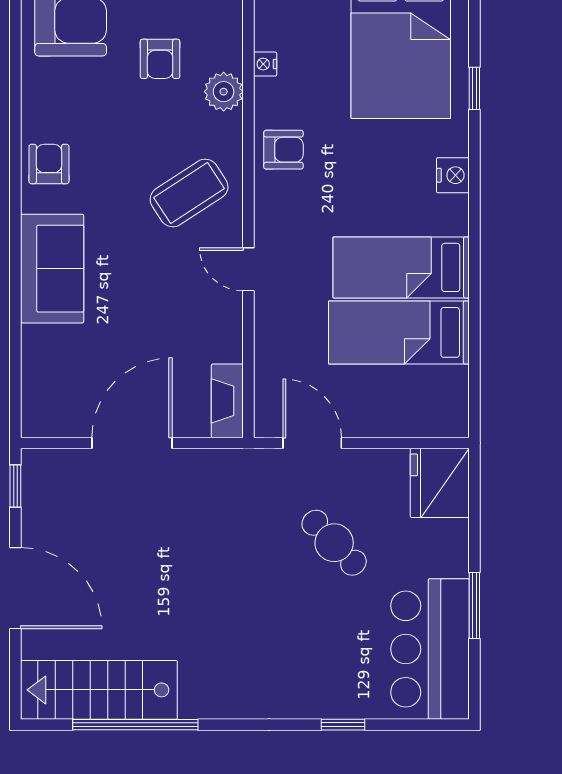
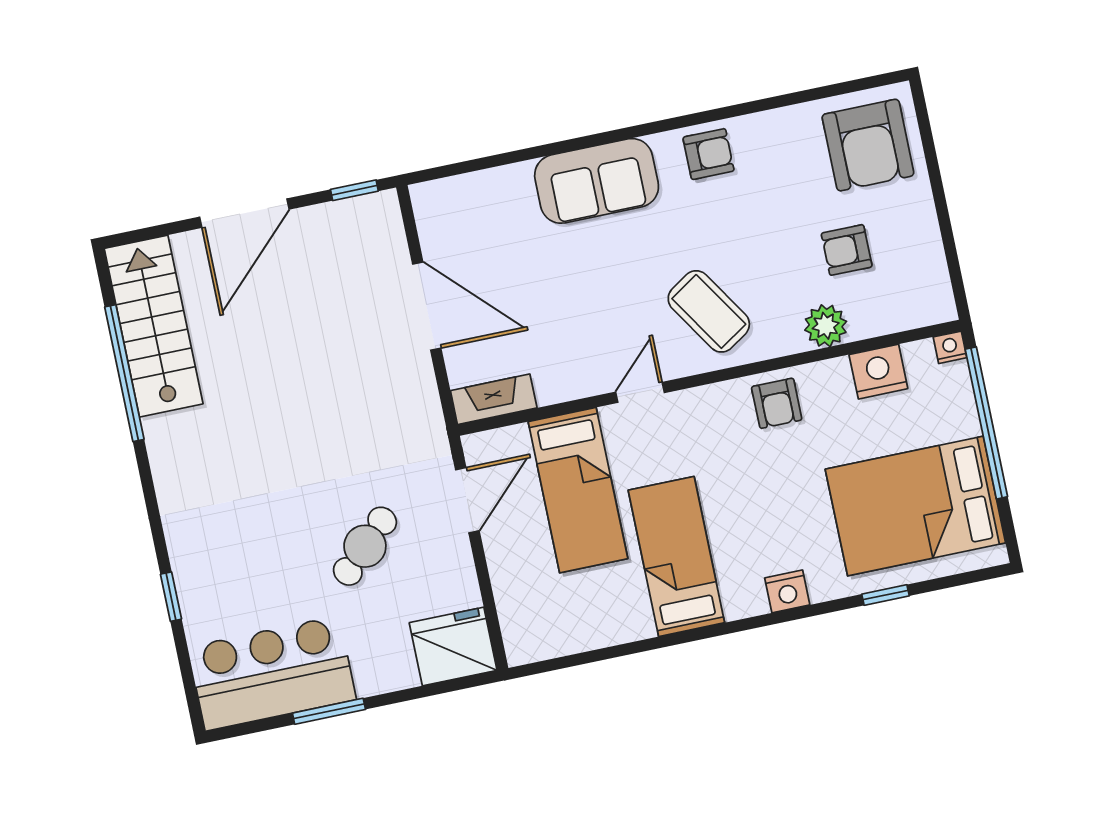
nightstand: (265, 64) -> (878, 372), width x1.89, depth x1.79
bed: (399, 332) -> (578, 490), moved, turned 180

